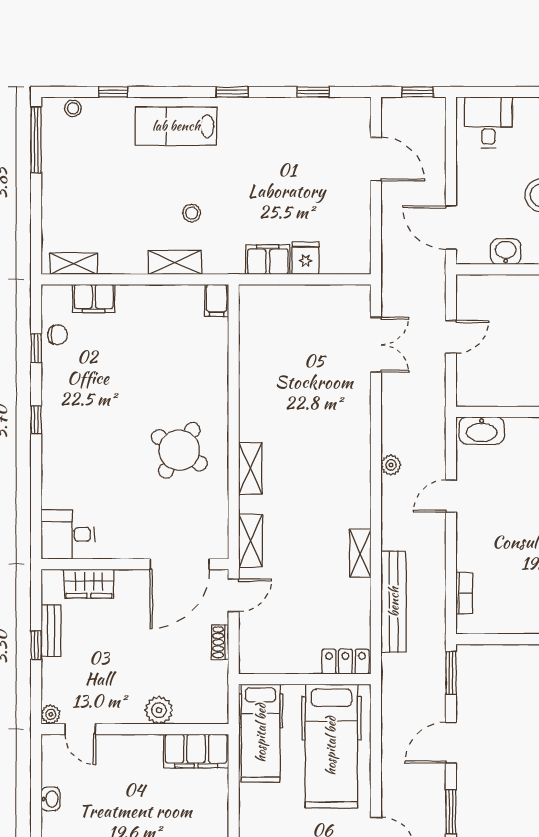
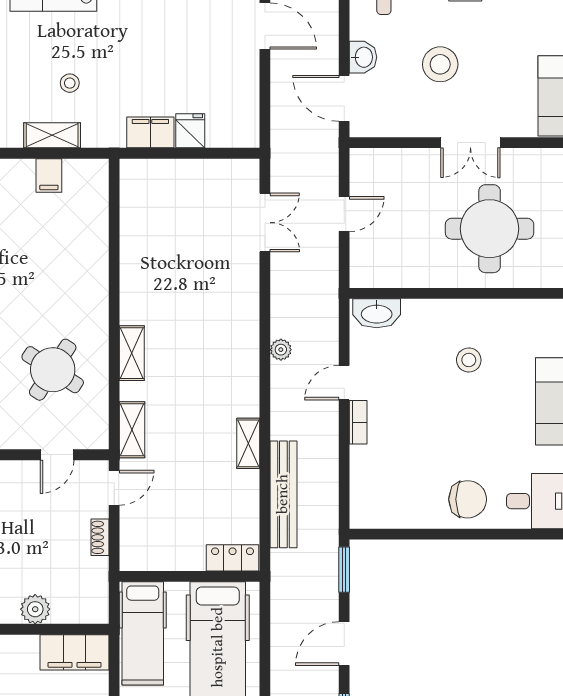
washbasin: (506, 252) -> (363, 57), moved, turned 90
filing cabinet: (217, 300) -> (49, 176), moved
round table: (179, 450) -> (53, 370), moved
door: (180, 564) -> (57, 455), width x0.53
bookcase: (464, 593) -> (358, 422), moved

